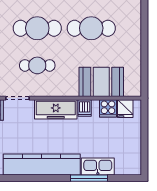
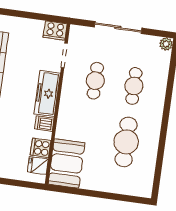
cafe table: (37, 28) -> (134, 86), width x0.73, depth x0.74
booth: (101, 82) -> (67, 163), moved

